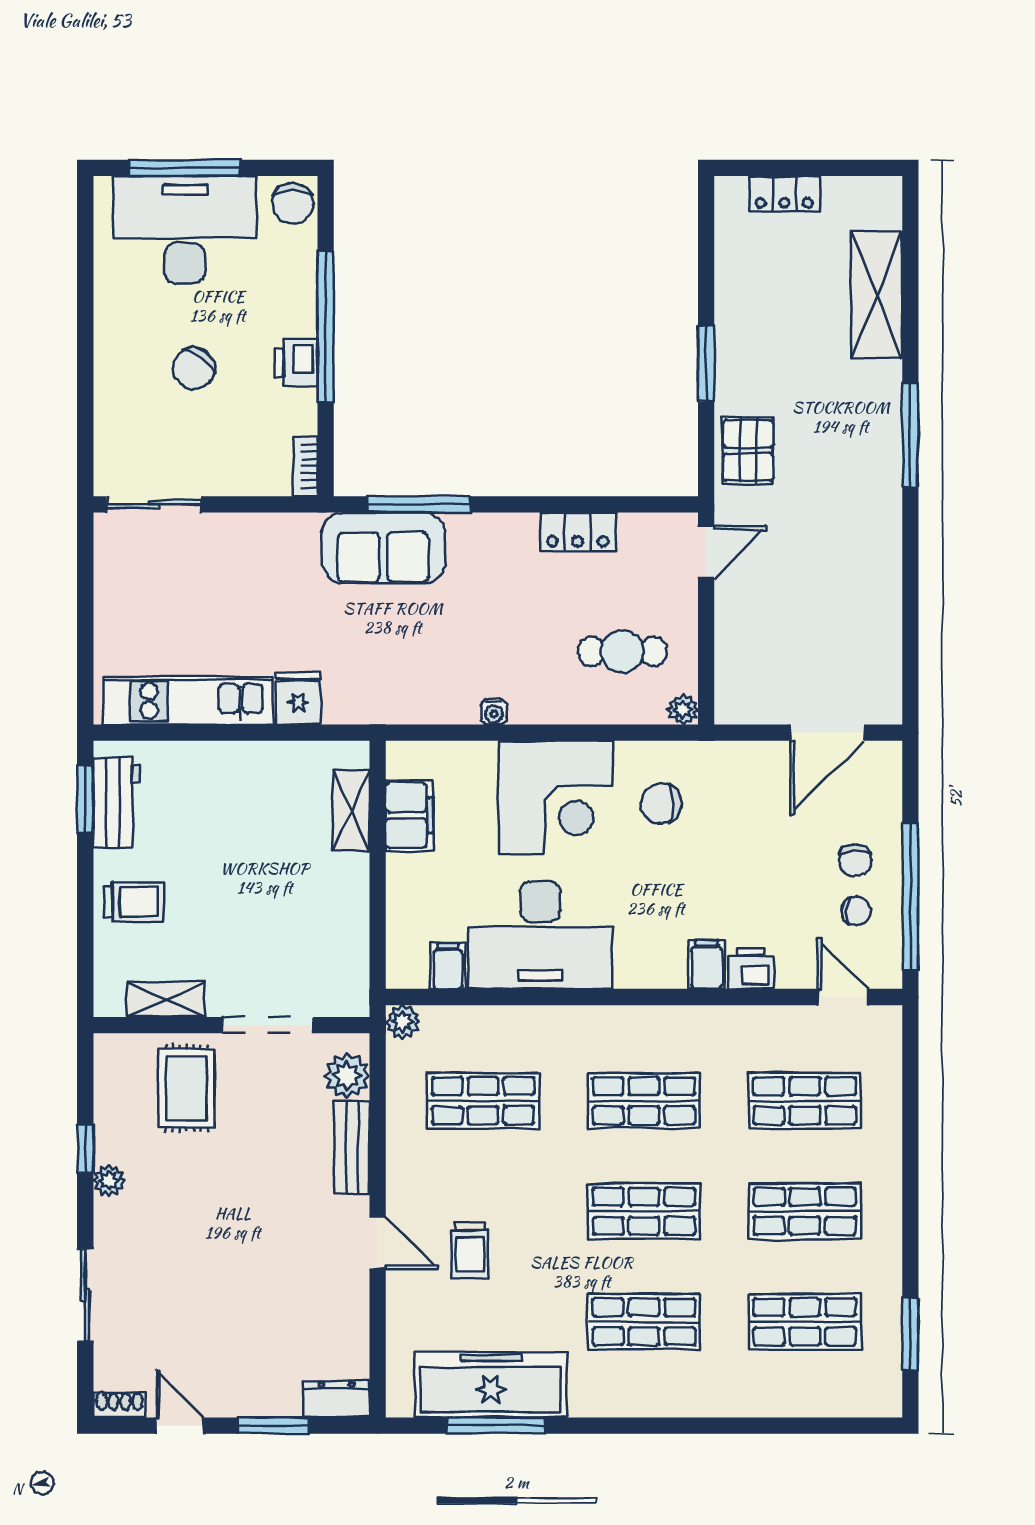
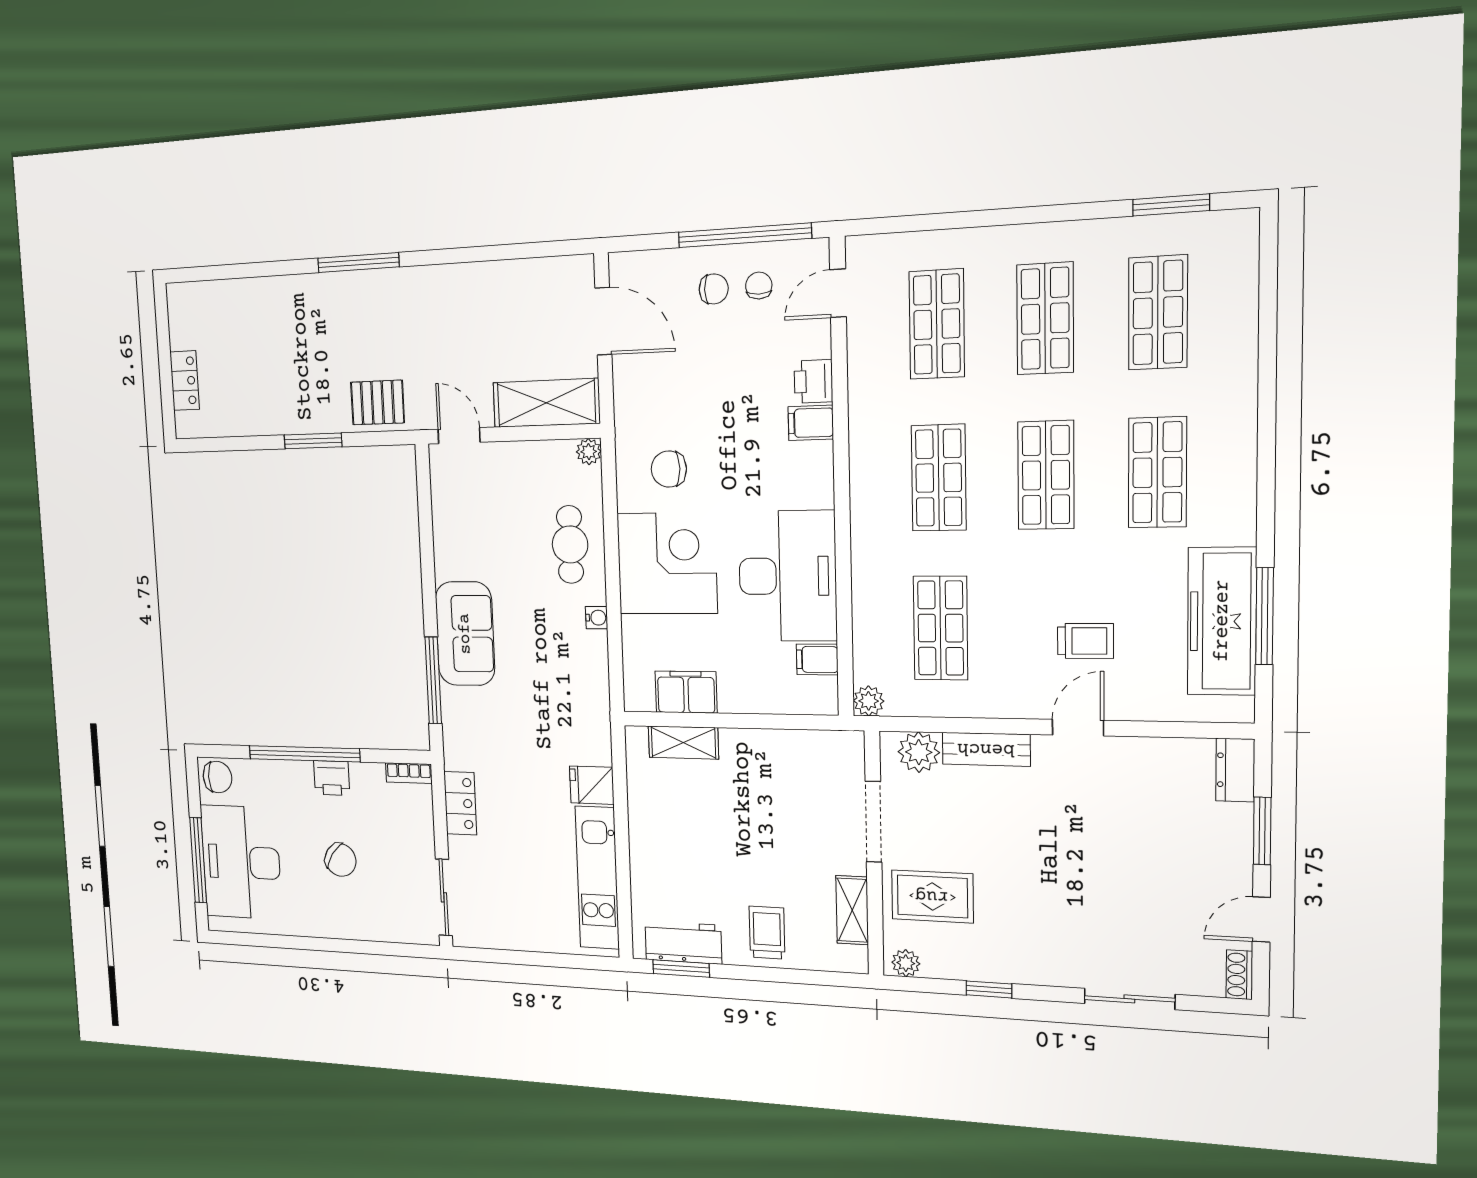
shelving: (877, 295) -> (546, 403), moved
locker: (578, 532) -> (460, 803), moved
sofa: (383, 548) -> (465, 634), moved
cafe table: (622, 651) -> (570, 544), moved
chair: (661, 803) -> (669, 469), turned 90
plant: (109, 1181) -> (906, 963), moved

